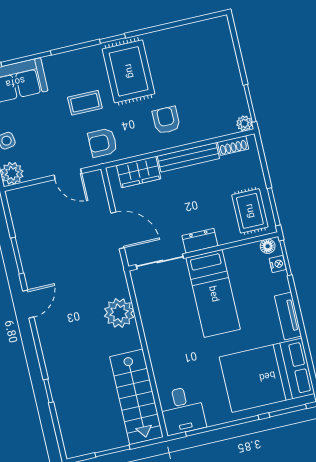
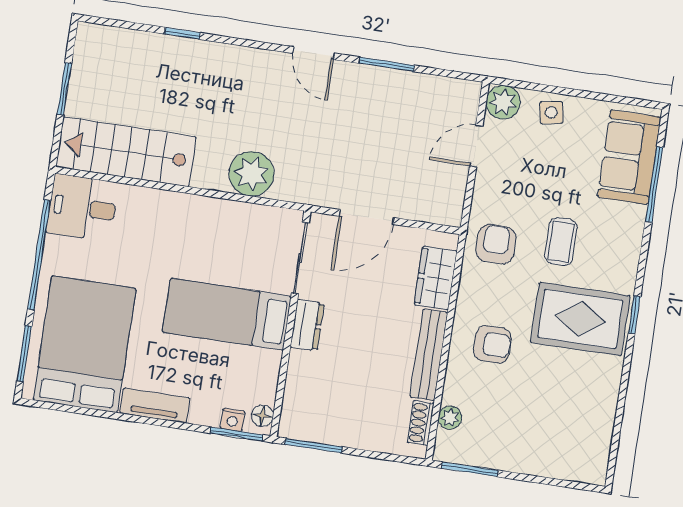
plant: (244, 123) -> (450, 418), moved
door: (68, 174) -> (476, 146), moved
rug: (250, 211) -> (321, 410), removed

